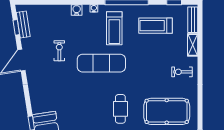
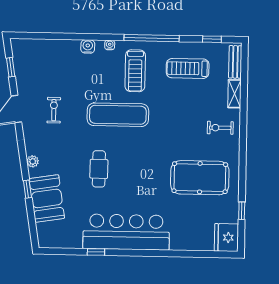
bench: (23, 25) -> (20, 64), removed
exercise bike: (59, 51) -> (54, 110), moved
plant: (35, 101) -> (33, 161), added
cafe table: (120, 109) -> (99, 169), moved

